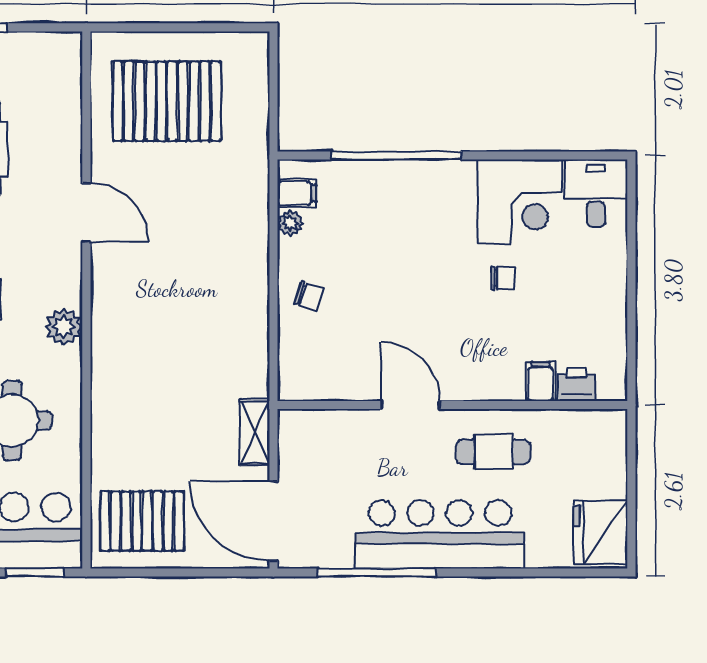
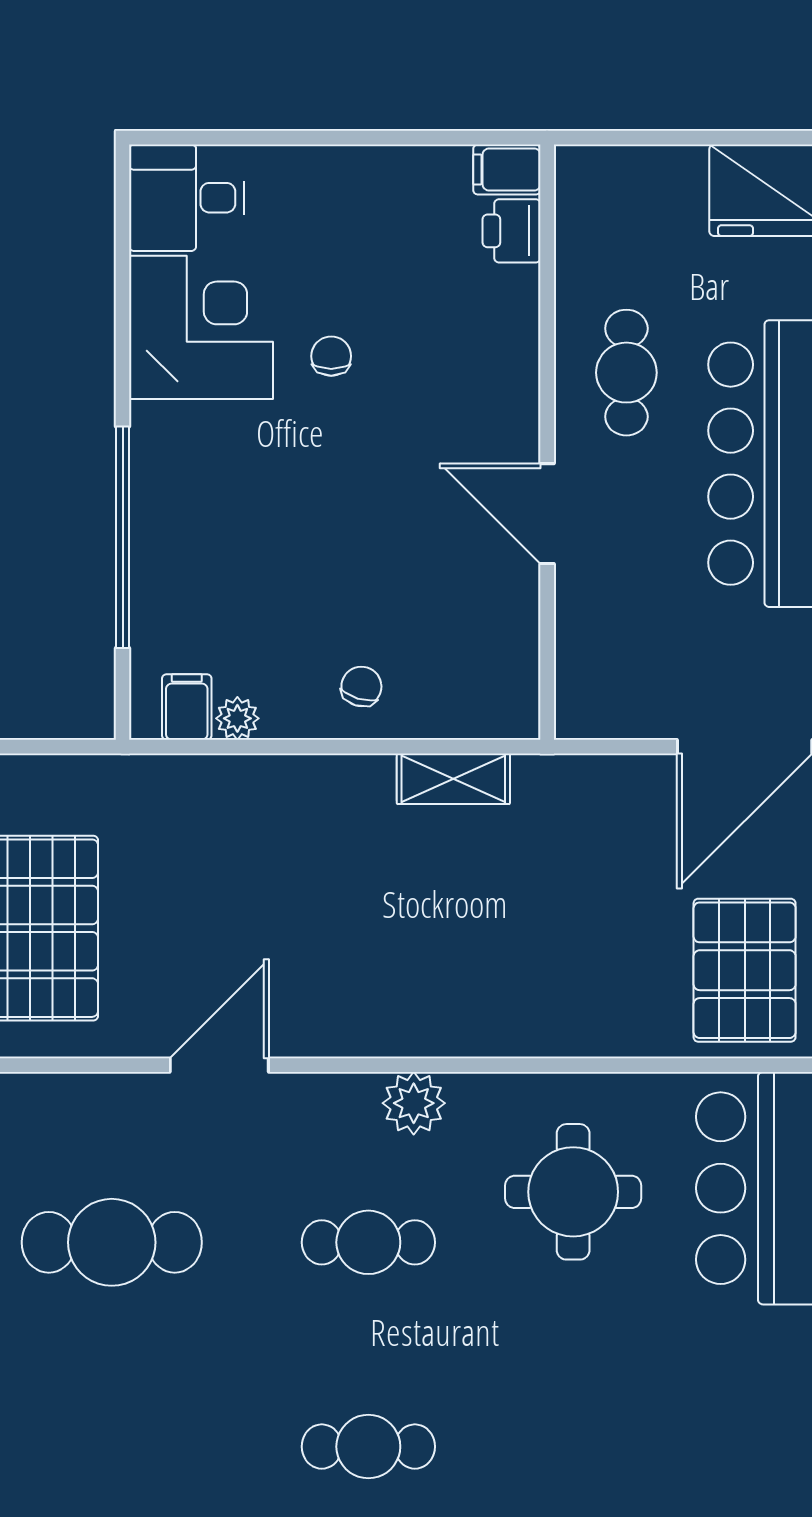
filing cabinet: (541, 381) -> (507, 170), moved
door: (410, 405) -> (547, 514), hinge flipped
shelving: (255, 432) -> (453, 779), moved

